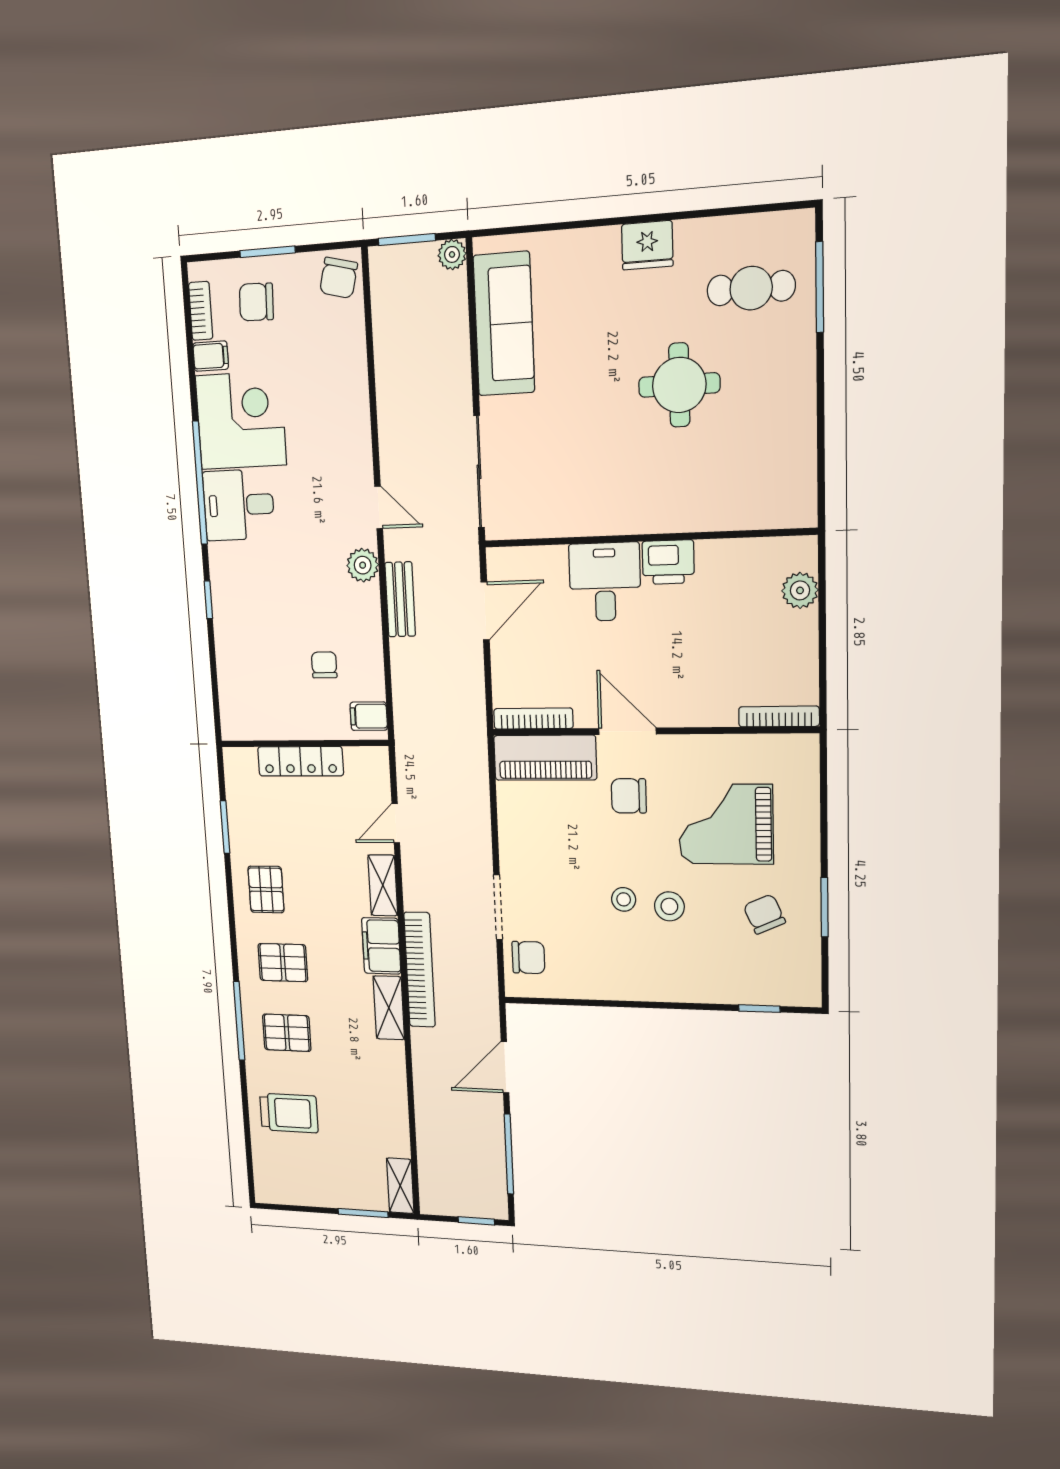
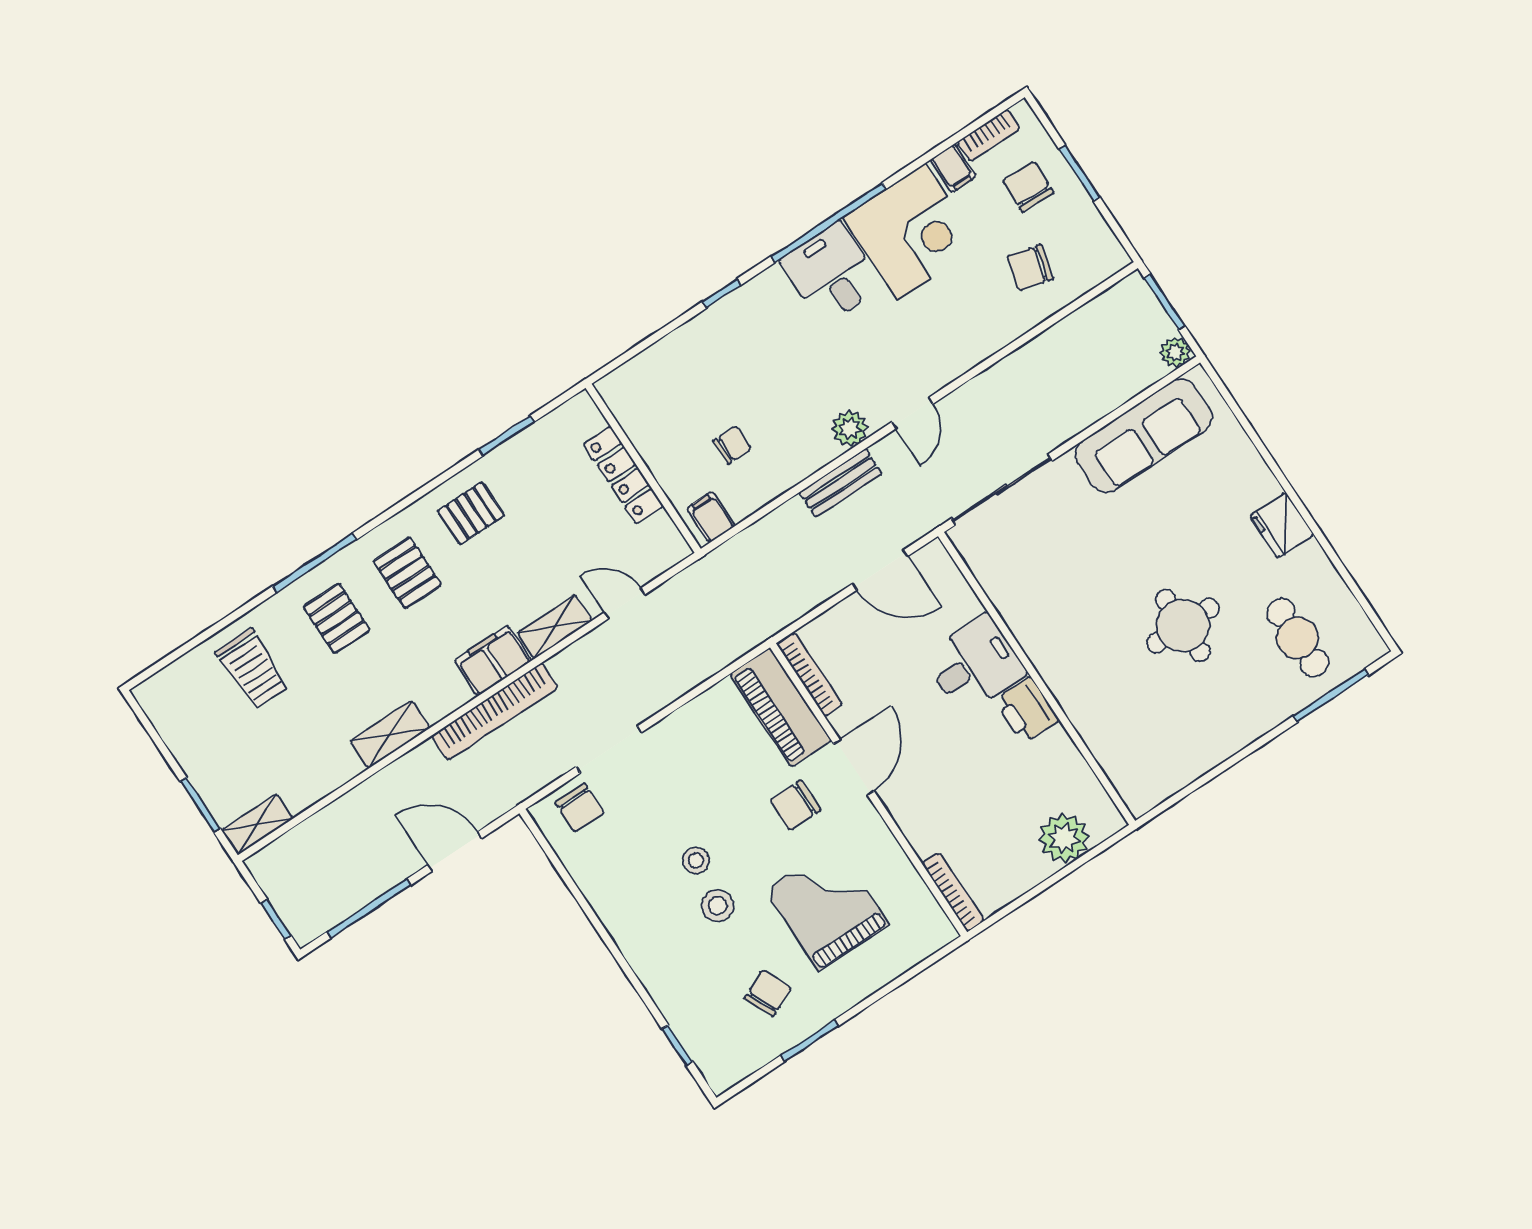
chair: (339, 278) -> (1030, 267), moved
plant: (800, 590) -> (1064, 838), width x1.36, depth x1.36
chair: (629, 796) -> (796, 805), turned -90
shelving: (389, 1008) -> (390, 734), moved

